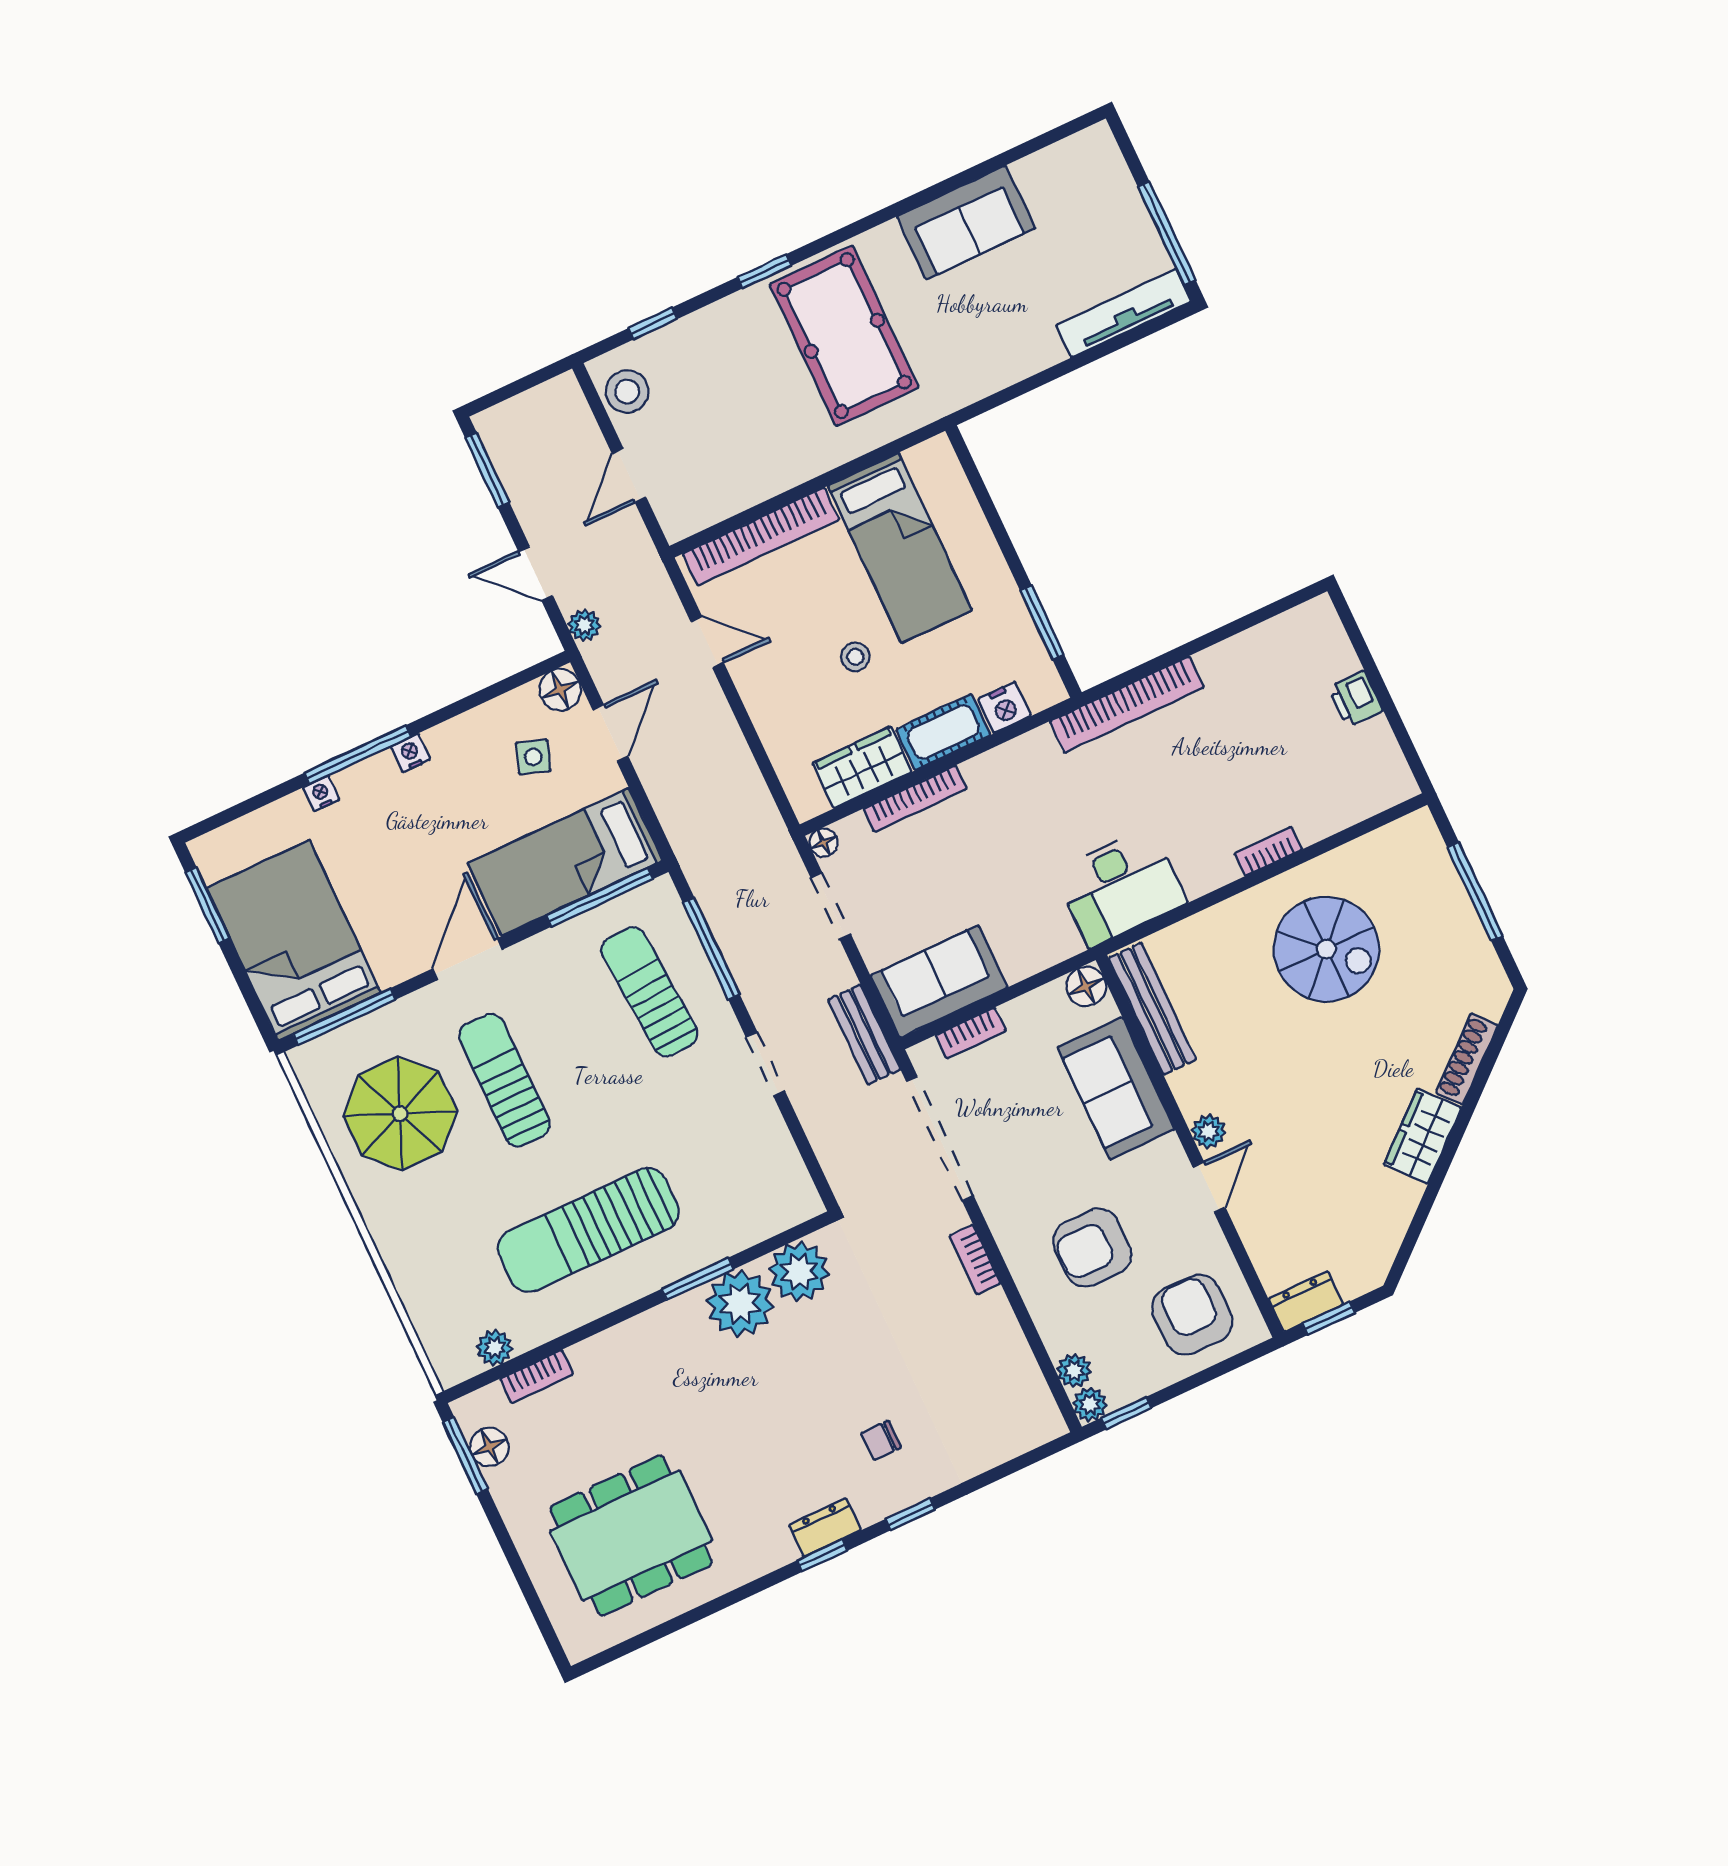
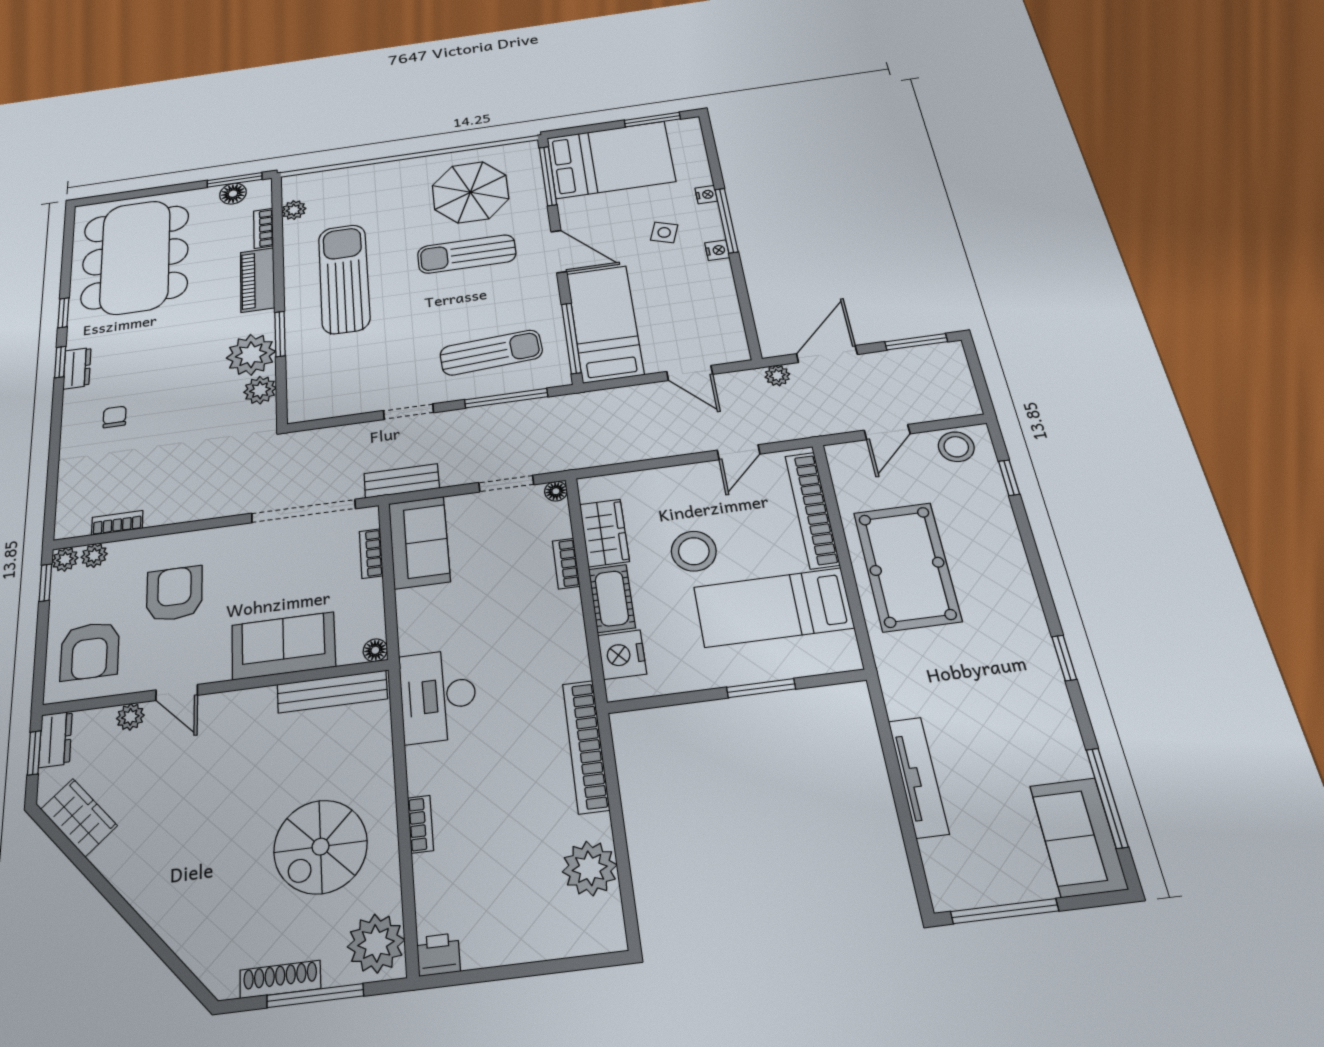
window: (1014, 154) -> (1107, 798), added
sofa: (966, 222) -> (1078, 837), moved
window: (764, 271) -> (1064, 658), moved
tv unit: (1124, 313) -> (918, 777), moved
pool table: (844, 336) -> (907, 566), moved, turned 90
door: (629, 475) -> (887, 432), swing flipped
door: (536, 573) -> (827, 354), width x1.38
window: (1042, 623) -> (761, 688), moved
stool: (855, 657) -> (694, 551), width x1.89, depth x1.89
plant: (1257, 657) -> (590, 868), added
floor lamp: (560, 690) -> (733, 349), removed
printer: (1356, 699) -> (438, 955), moved
nightstand: (1004, 708) -> (622, 655), width x1.36, depth x1.33
side table: (533, 757) -> (664, 232), moved
bookcase: (915, 799) -> (566, 564), width x0.64
plant: (1404, 850) -> (376, 943), added
floor lamp: (1086, 986) -> (375, 650), width x0.73, depth x0.73
shoe rack: (1467, 1059) -> (280, 979), moved, turned -49
sun lounger: (504, 1080) -> (467, 254), turned 180
plant: (1209, 1131) -> (130, 717), moved
wardrobe: (1423, 1136) -> (79, 817), moved
bookcase: (975, 1260) -> (117, 523), moved
plant: (799, 1272) -> (260, 390), width x0.73, depth x0.73
armchair: (1192, 1315) -> (90, 651), turned 90
piano: (622, 1347) -> (257, 280), added
window: (910, 1514) -> (63, 313), moved
dining table: (631, 1536) -> (135, 257), width x1.36, depth x1.24

